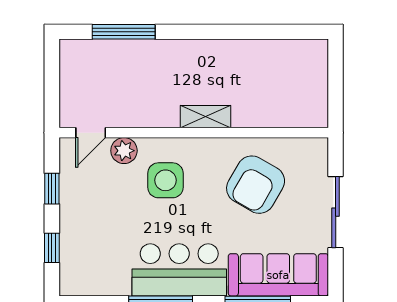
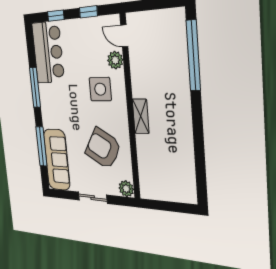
window: (124, 32) -> (193, 55), width x1.46
plant: (316, 150) -> (126, 189), added
sliding door: (336, 212) -> (93, 198), width x0.73
bar counter: (179, 270) -> (48, 52), moved

